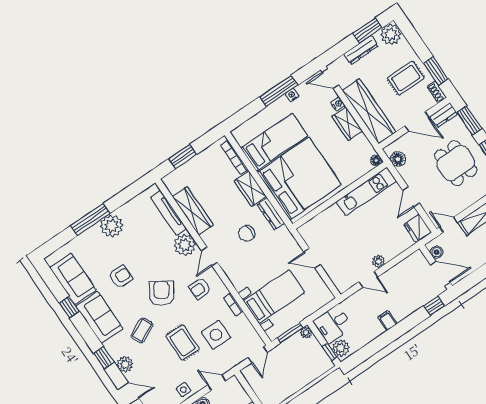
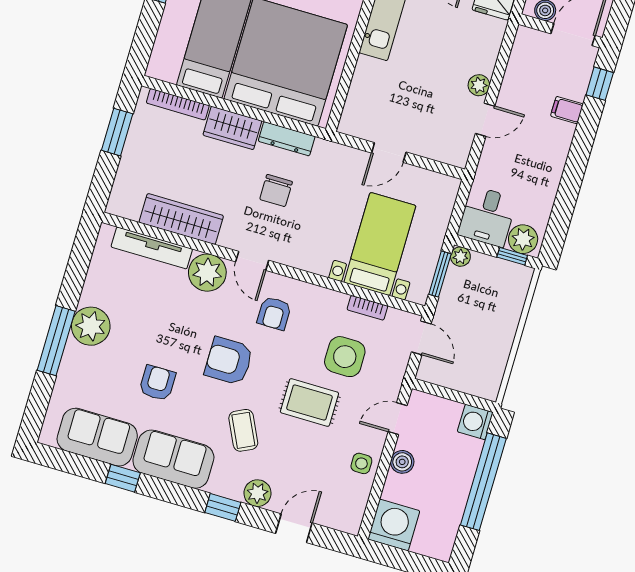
window: (183, 157) -> (117, 132), moved
armchair: (161, 293) -> (229, 361), turned -33
bookcase: (233, 304) -> (367, 308), moved
filing cabinet: (387, 320) -> (567, 110), moved

